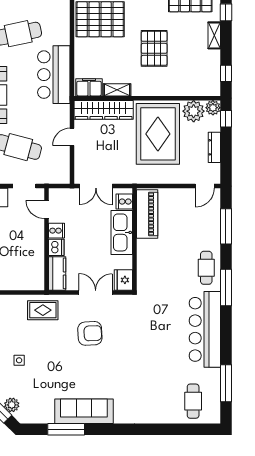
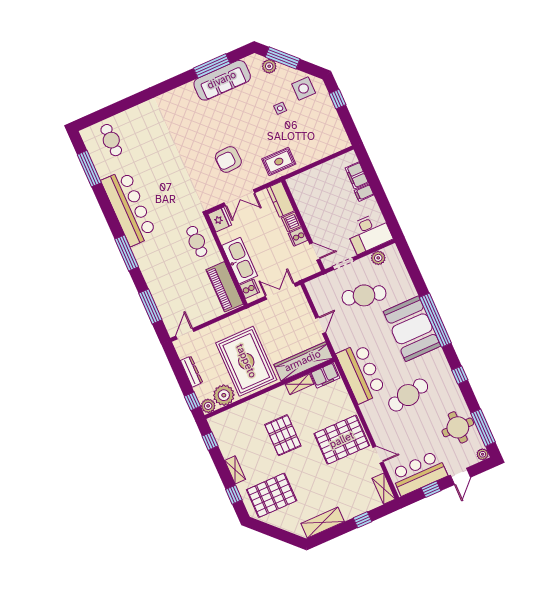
cafe table: (206, 268) -> (197, 241), moved
sofa: (84, 411) -> (222, 80), moved

